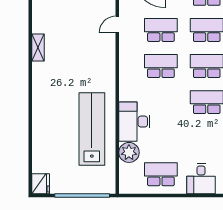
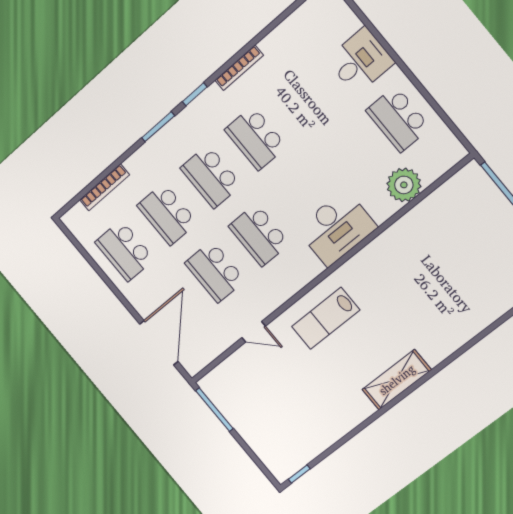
shelving: (38, 48) -> (397, 380), moved, width x1.50, depth x1.33
desk: (134, 122) -> (337, 228), moved
lab bench: (92, 129) -> (326, 318), moved, width x0.54, depth x0.72

